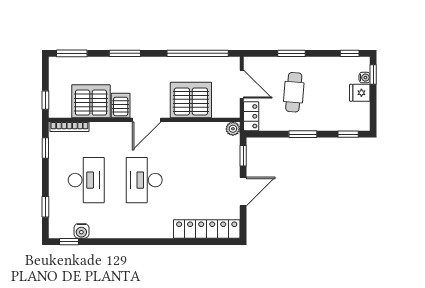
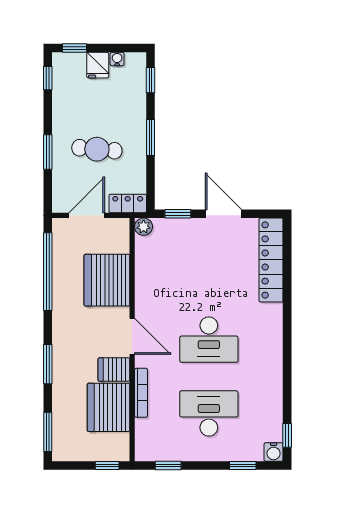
water cooler: (365, 78) -> (117, 59), moved
bookcase: (69, 127) -> (141, 393), moved
water cooler: (81, 231) -> (274, 452), moved, turned 90

